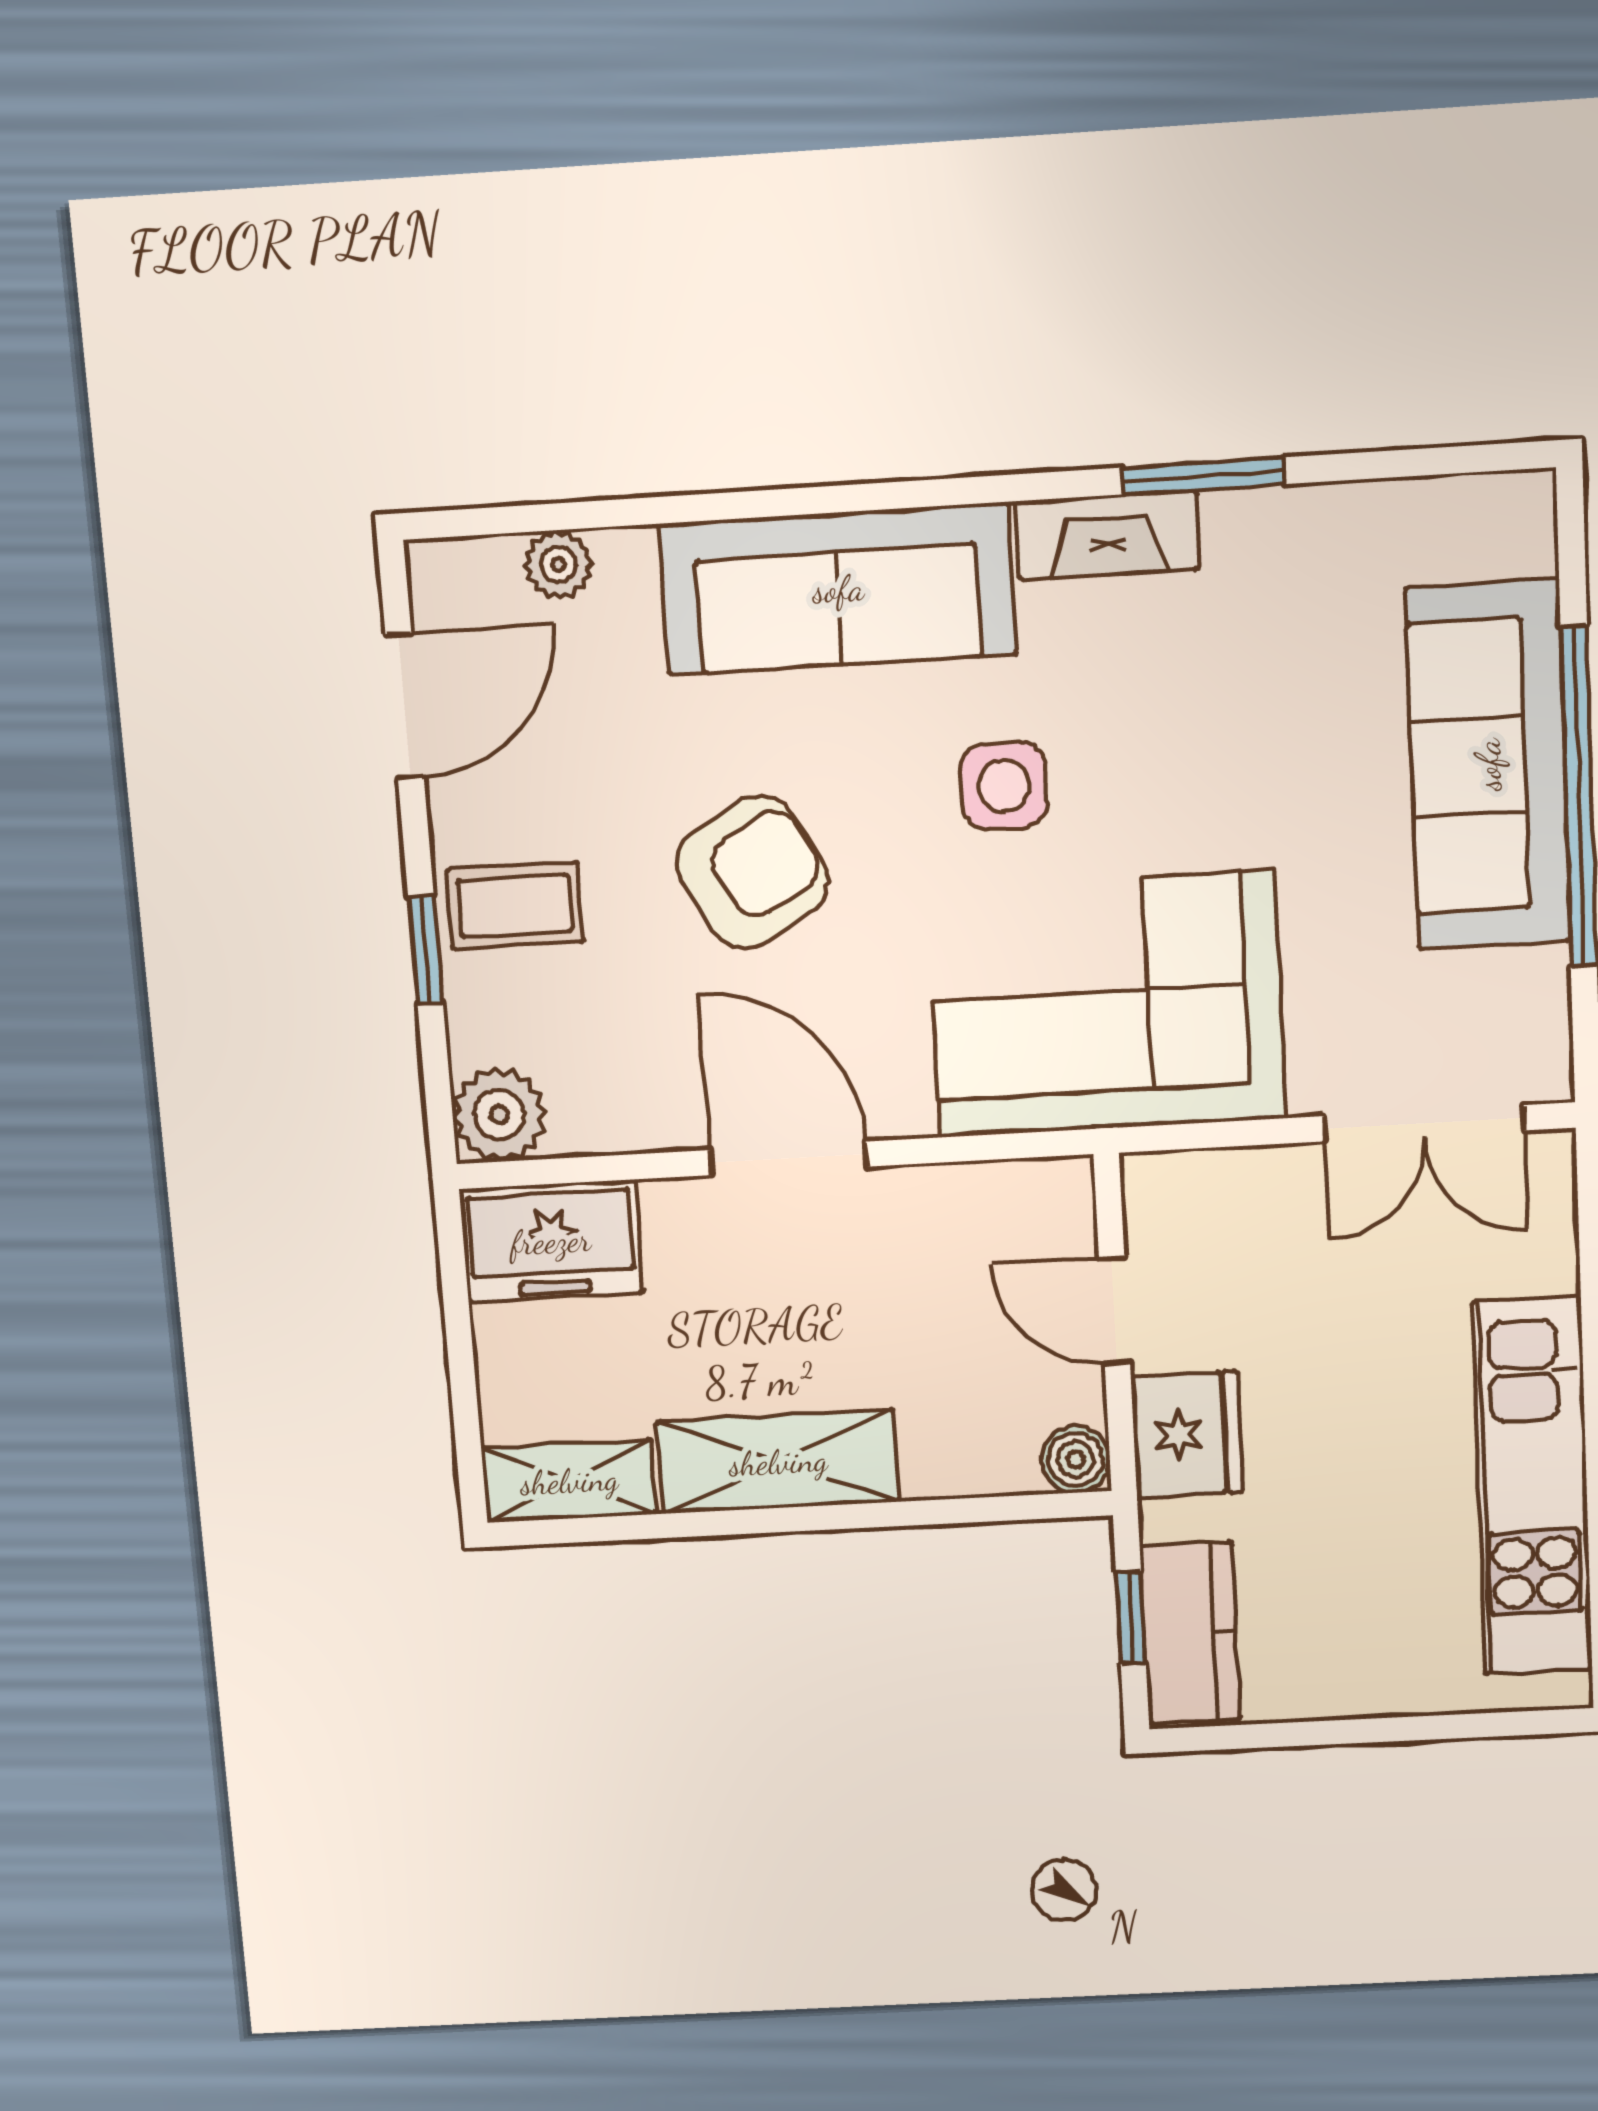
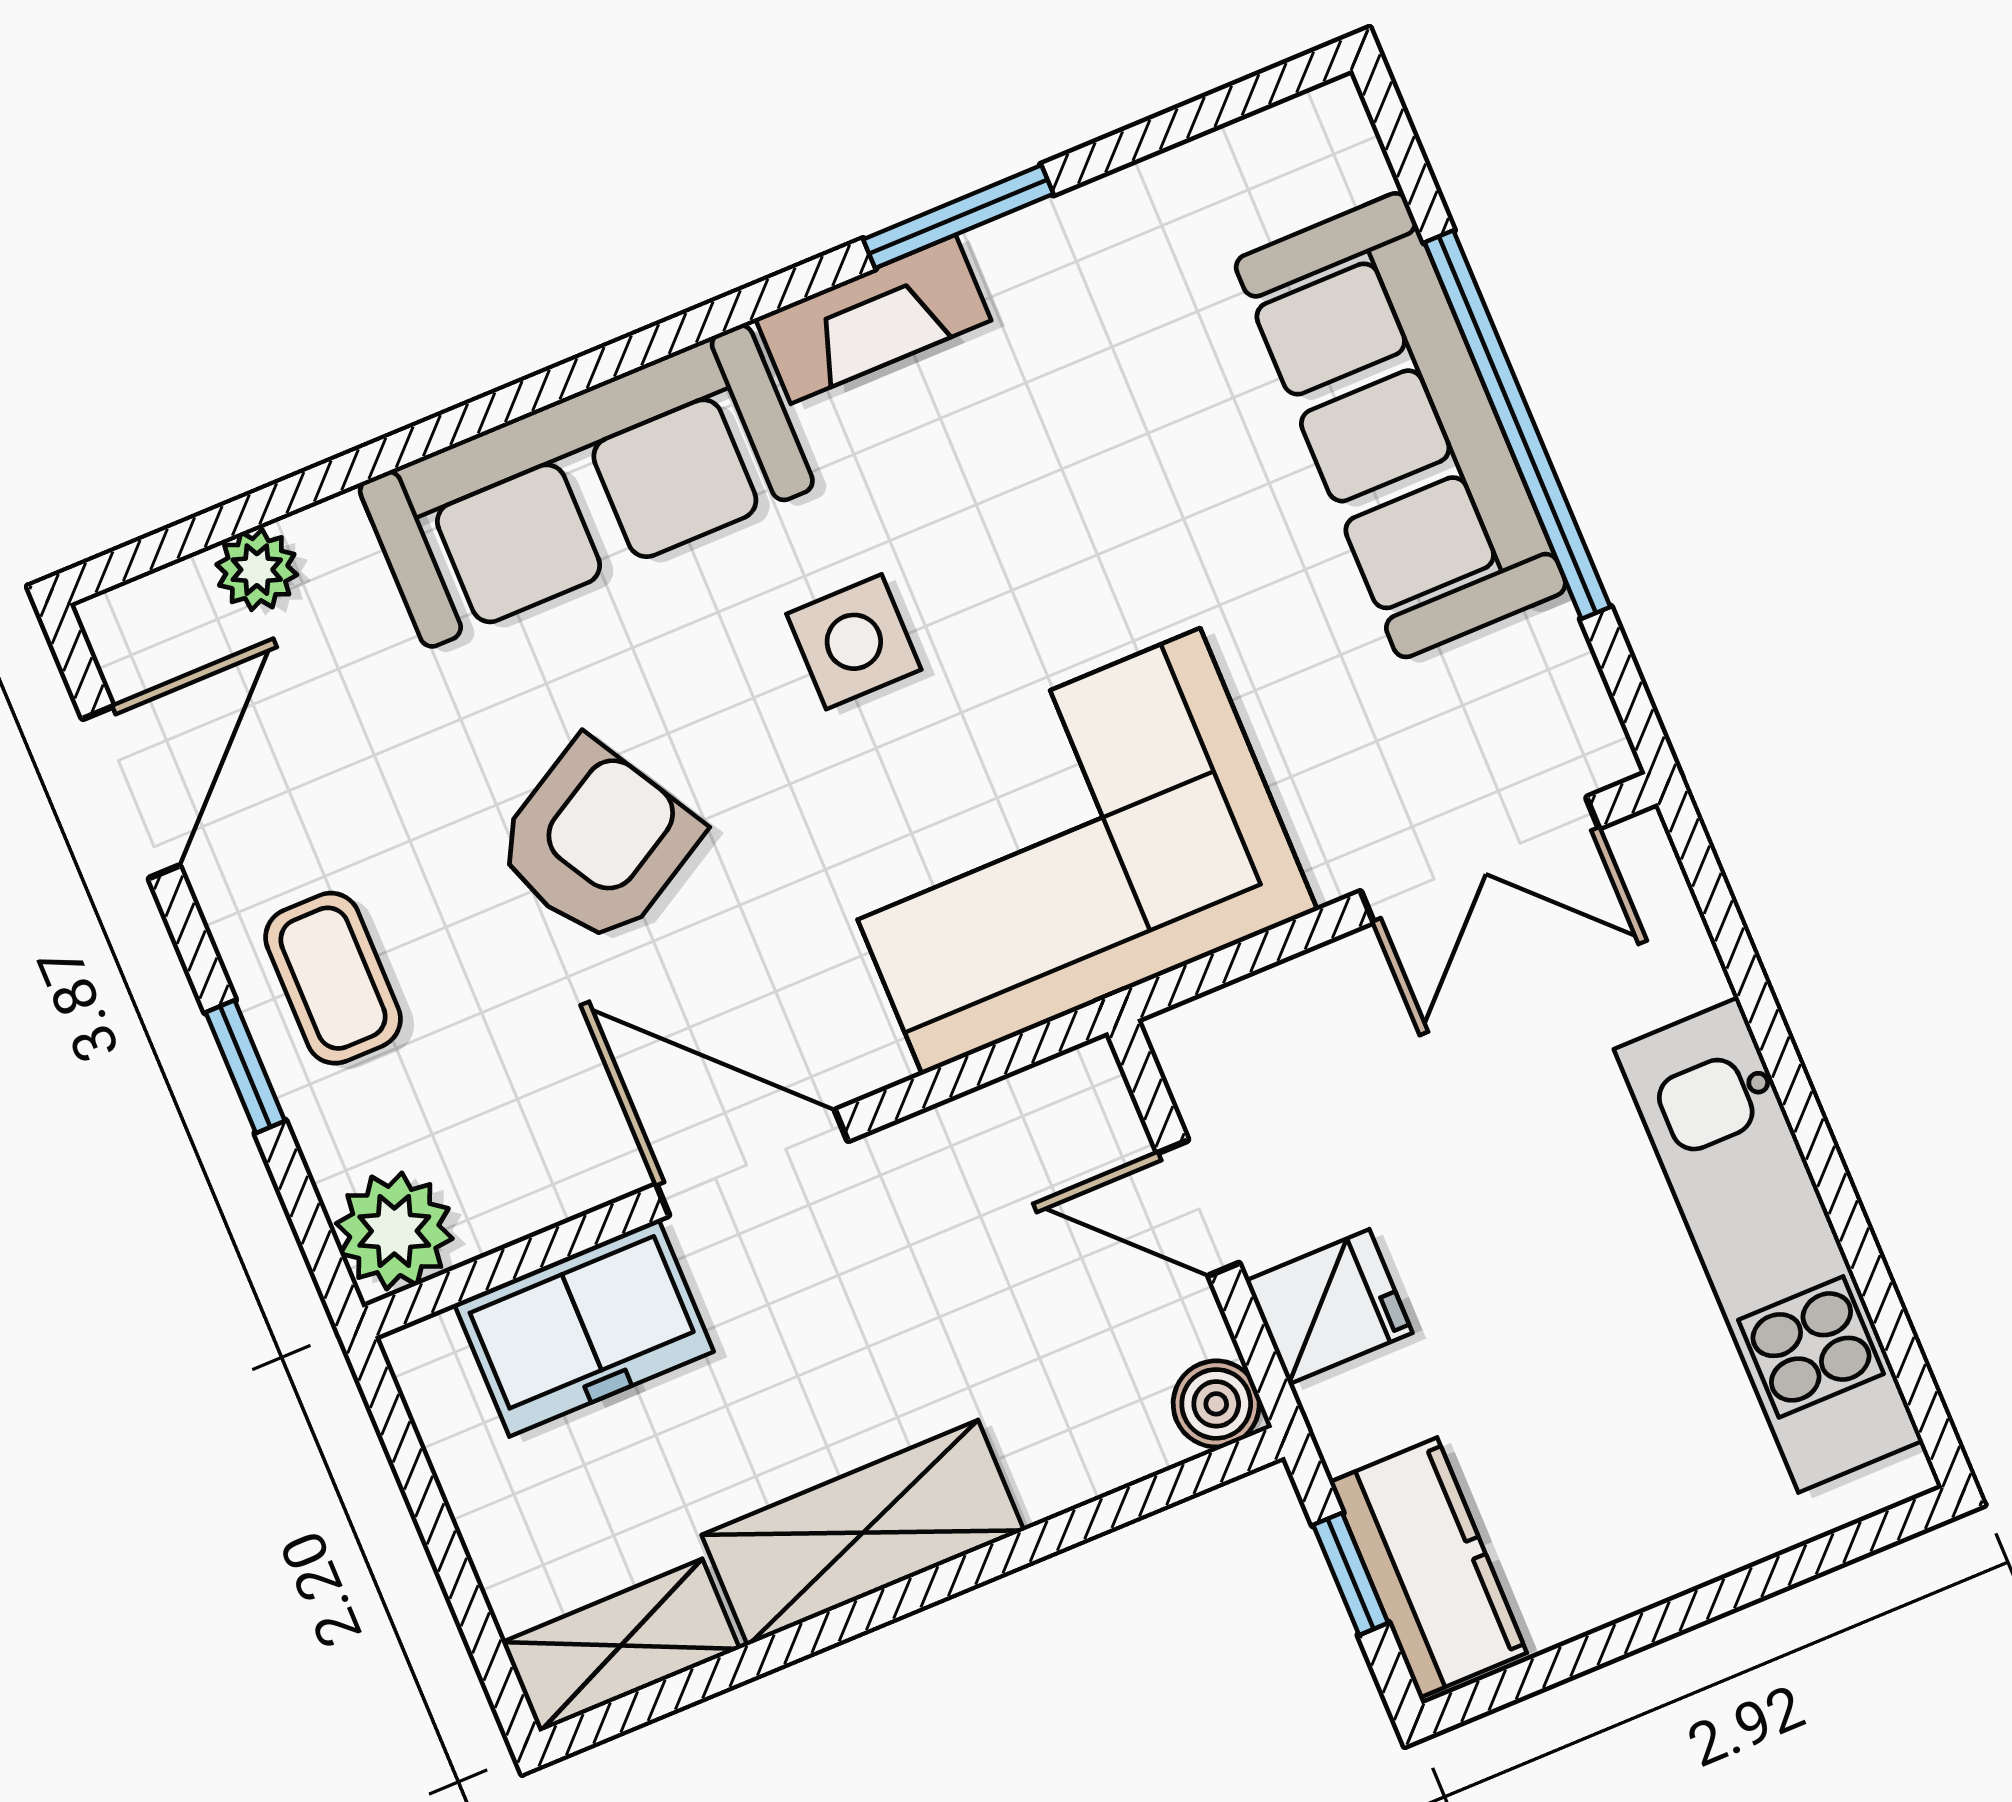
coffee table: (515, 906) -> (333, 978), turned 90
freezer: (551, 1241) -> (584, 1328), moved
fridge: (1187, 1434) -> (1329, 1307), width x0.72

